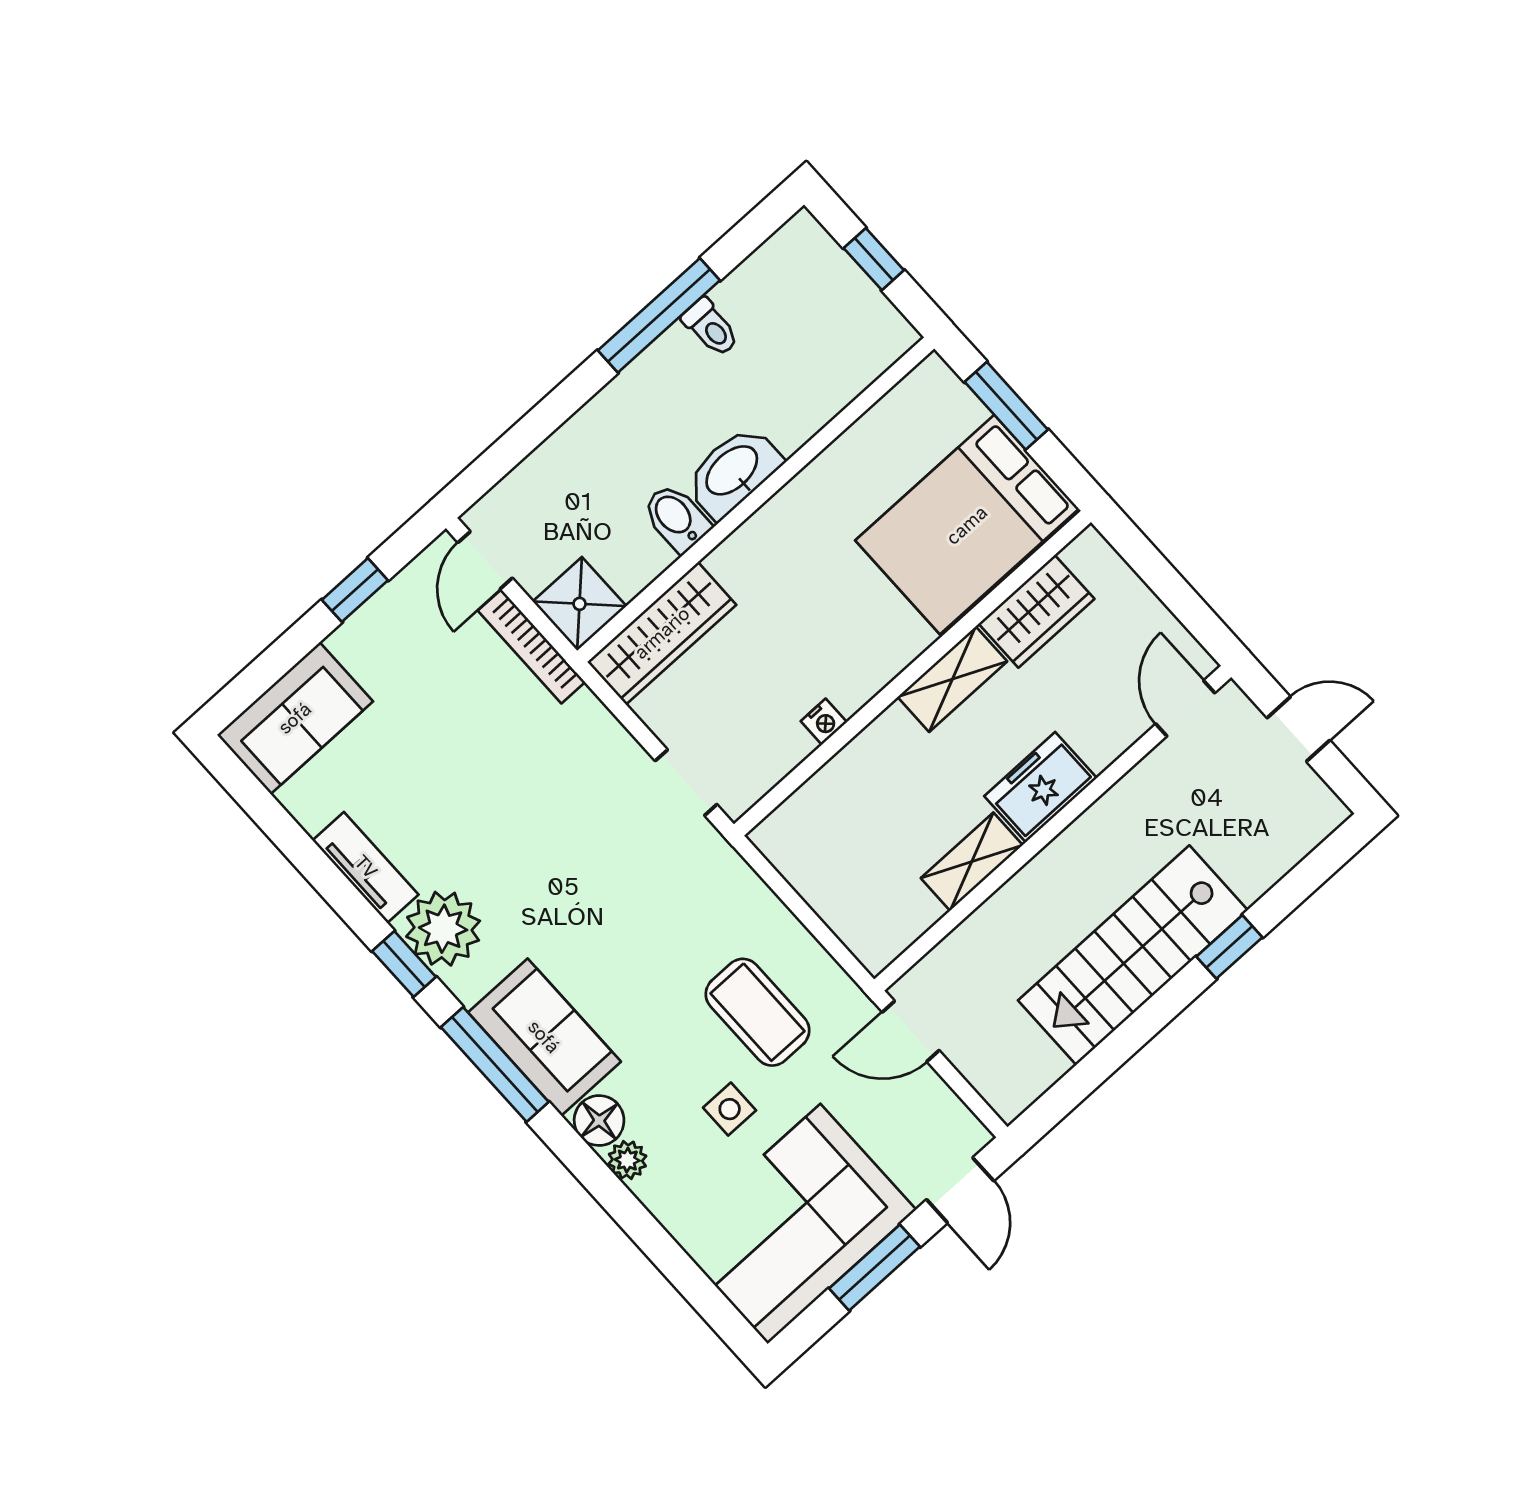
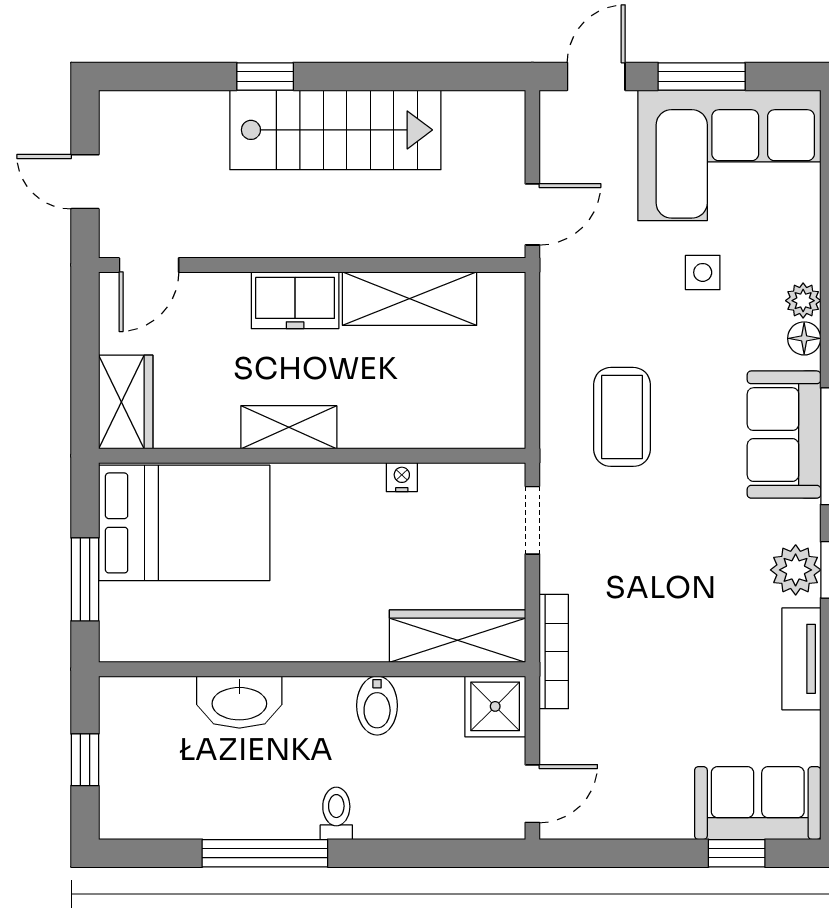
toilet: (711, 327) -> (336, 813), moved
washbasin: (733, 472) -> (239, 702), moved
window: (355, 590) -> (737, 853), moved
wardrobe: (1036, 611) -> (126, 402), moved, turned 90
bookcase: (531, 646) -> (554, 652), moved
shelving: (972, 862) -> (410, 299), width x1.50, depth x1.33
plant: (443, 929) -> (796, 570), width x0.73, depth x0.73
coffee table: (758, 1012) -> (622, 417), moved
door: (911, 1031) -> (532, 214), hinge flipped
floor lamp: (599, 1121) -> (804, 338), width x0.73, depth x0.73

